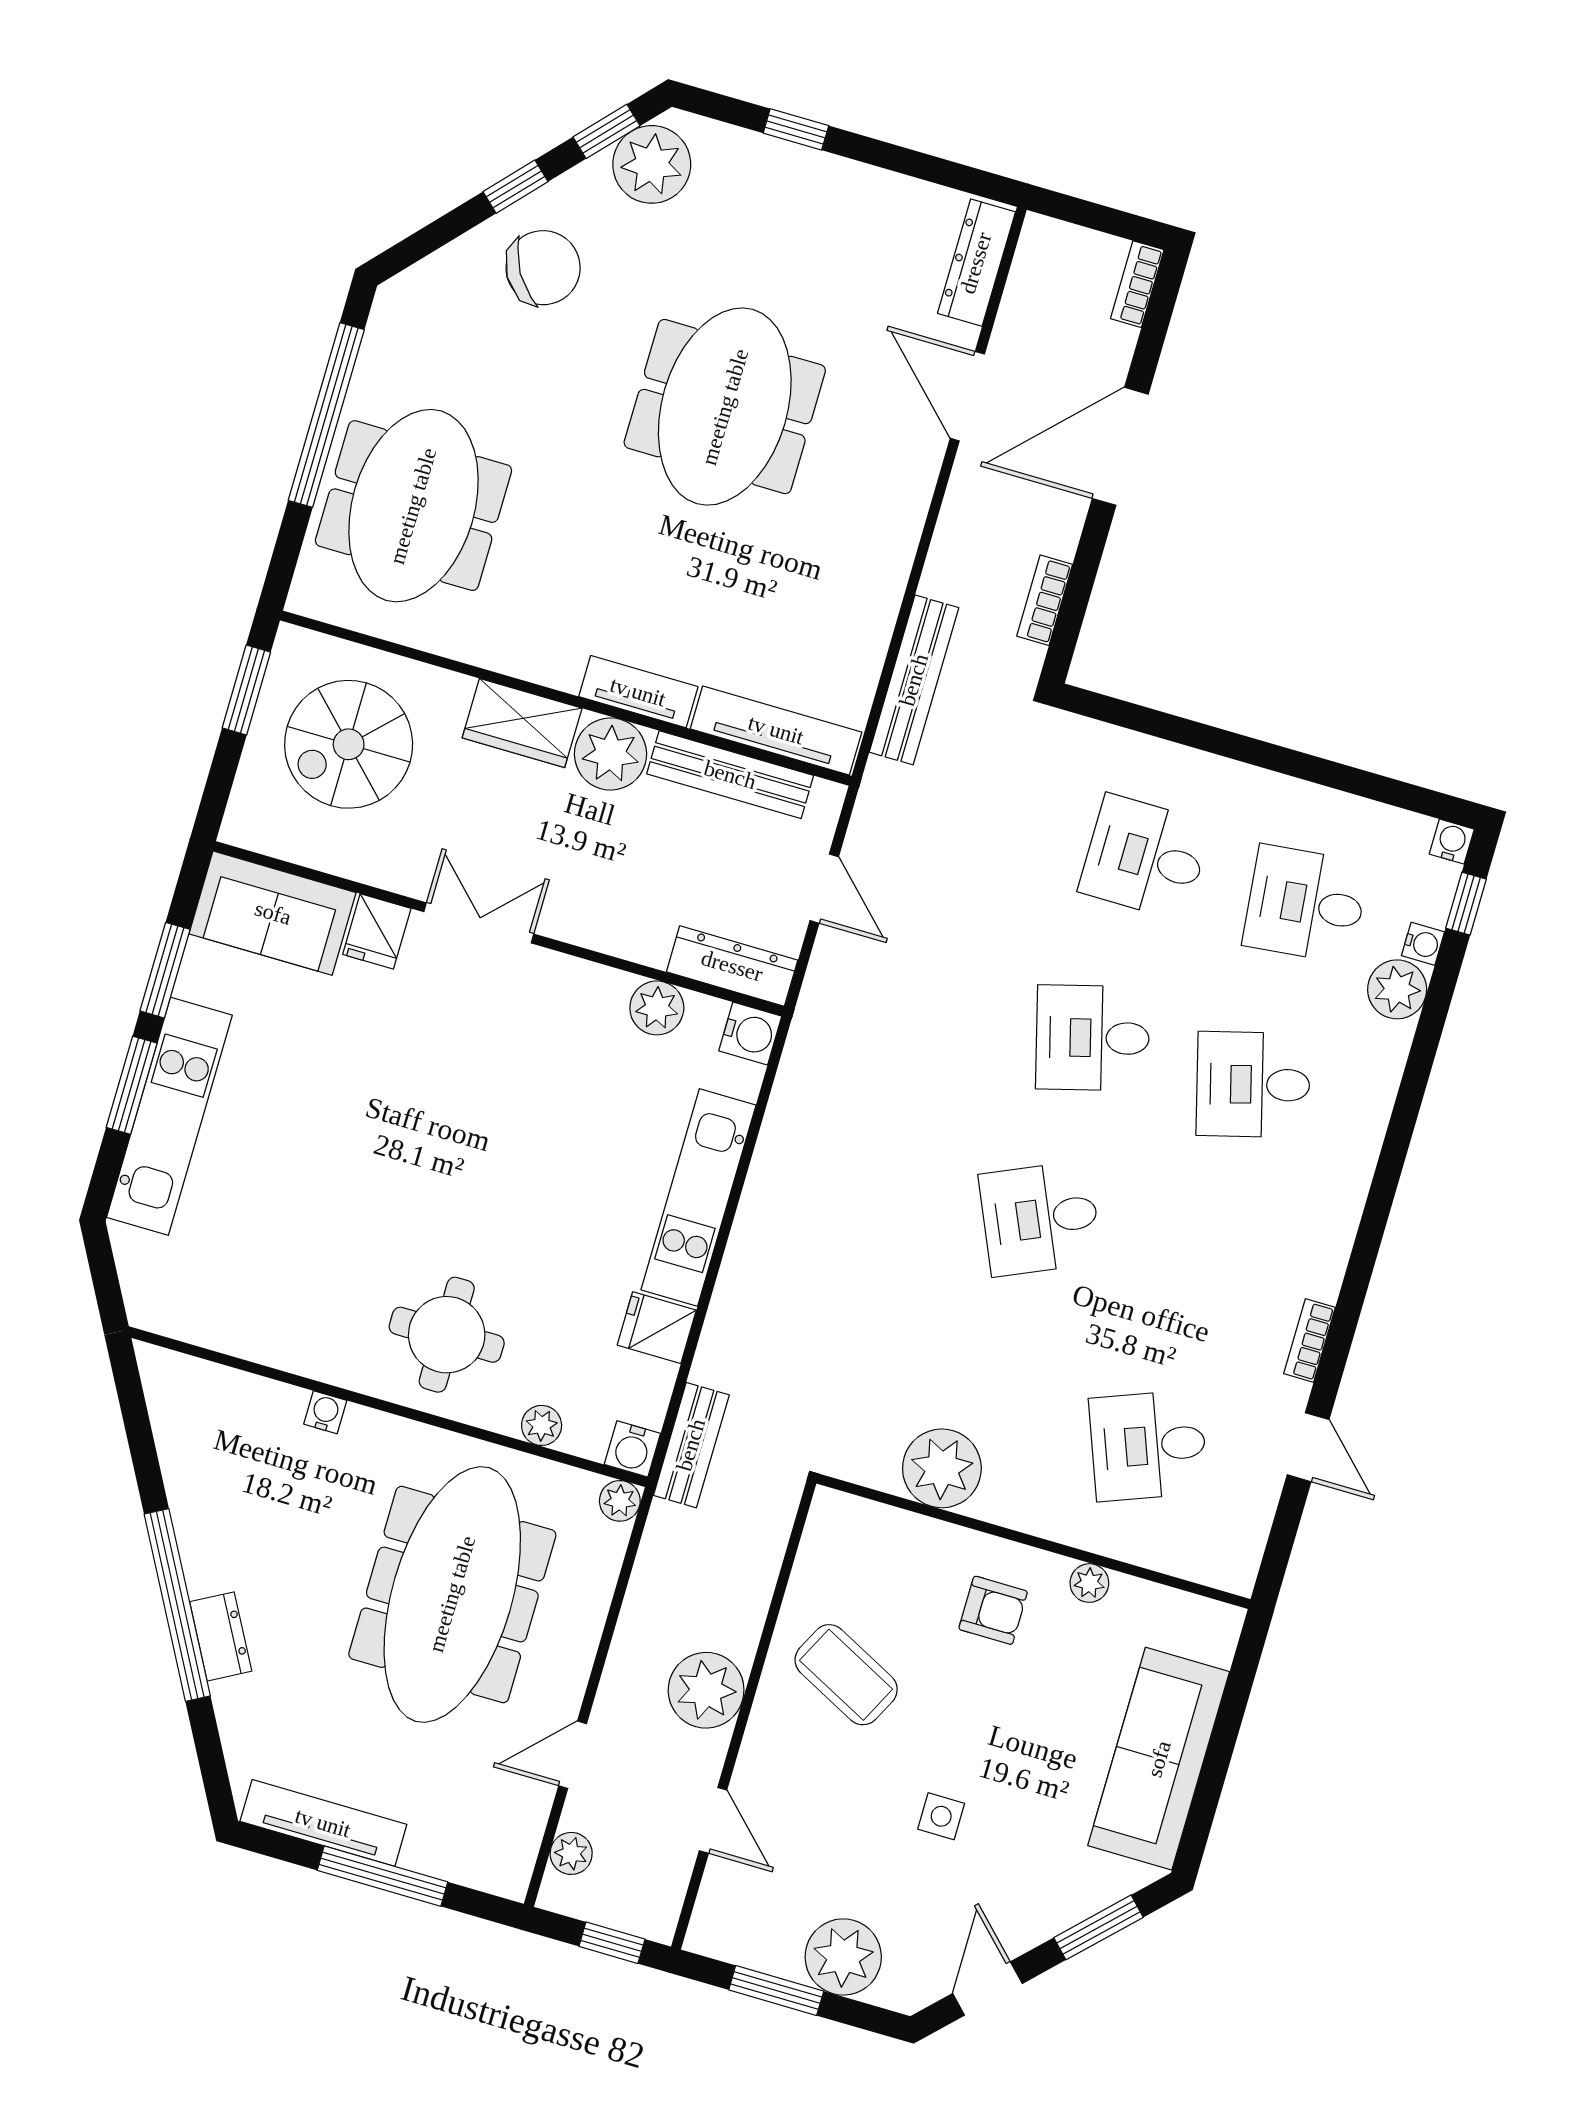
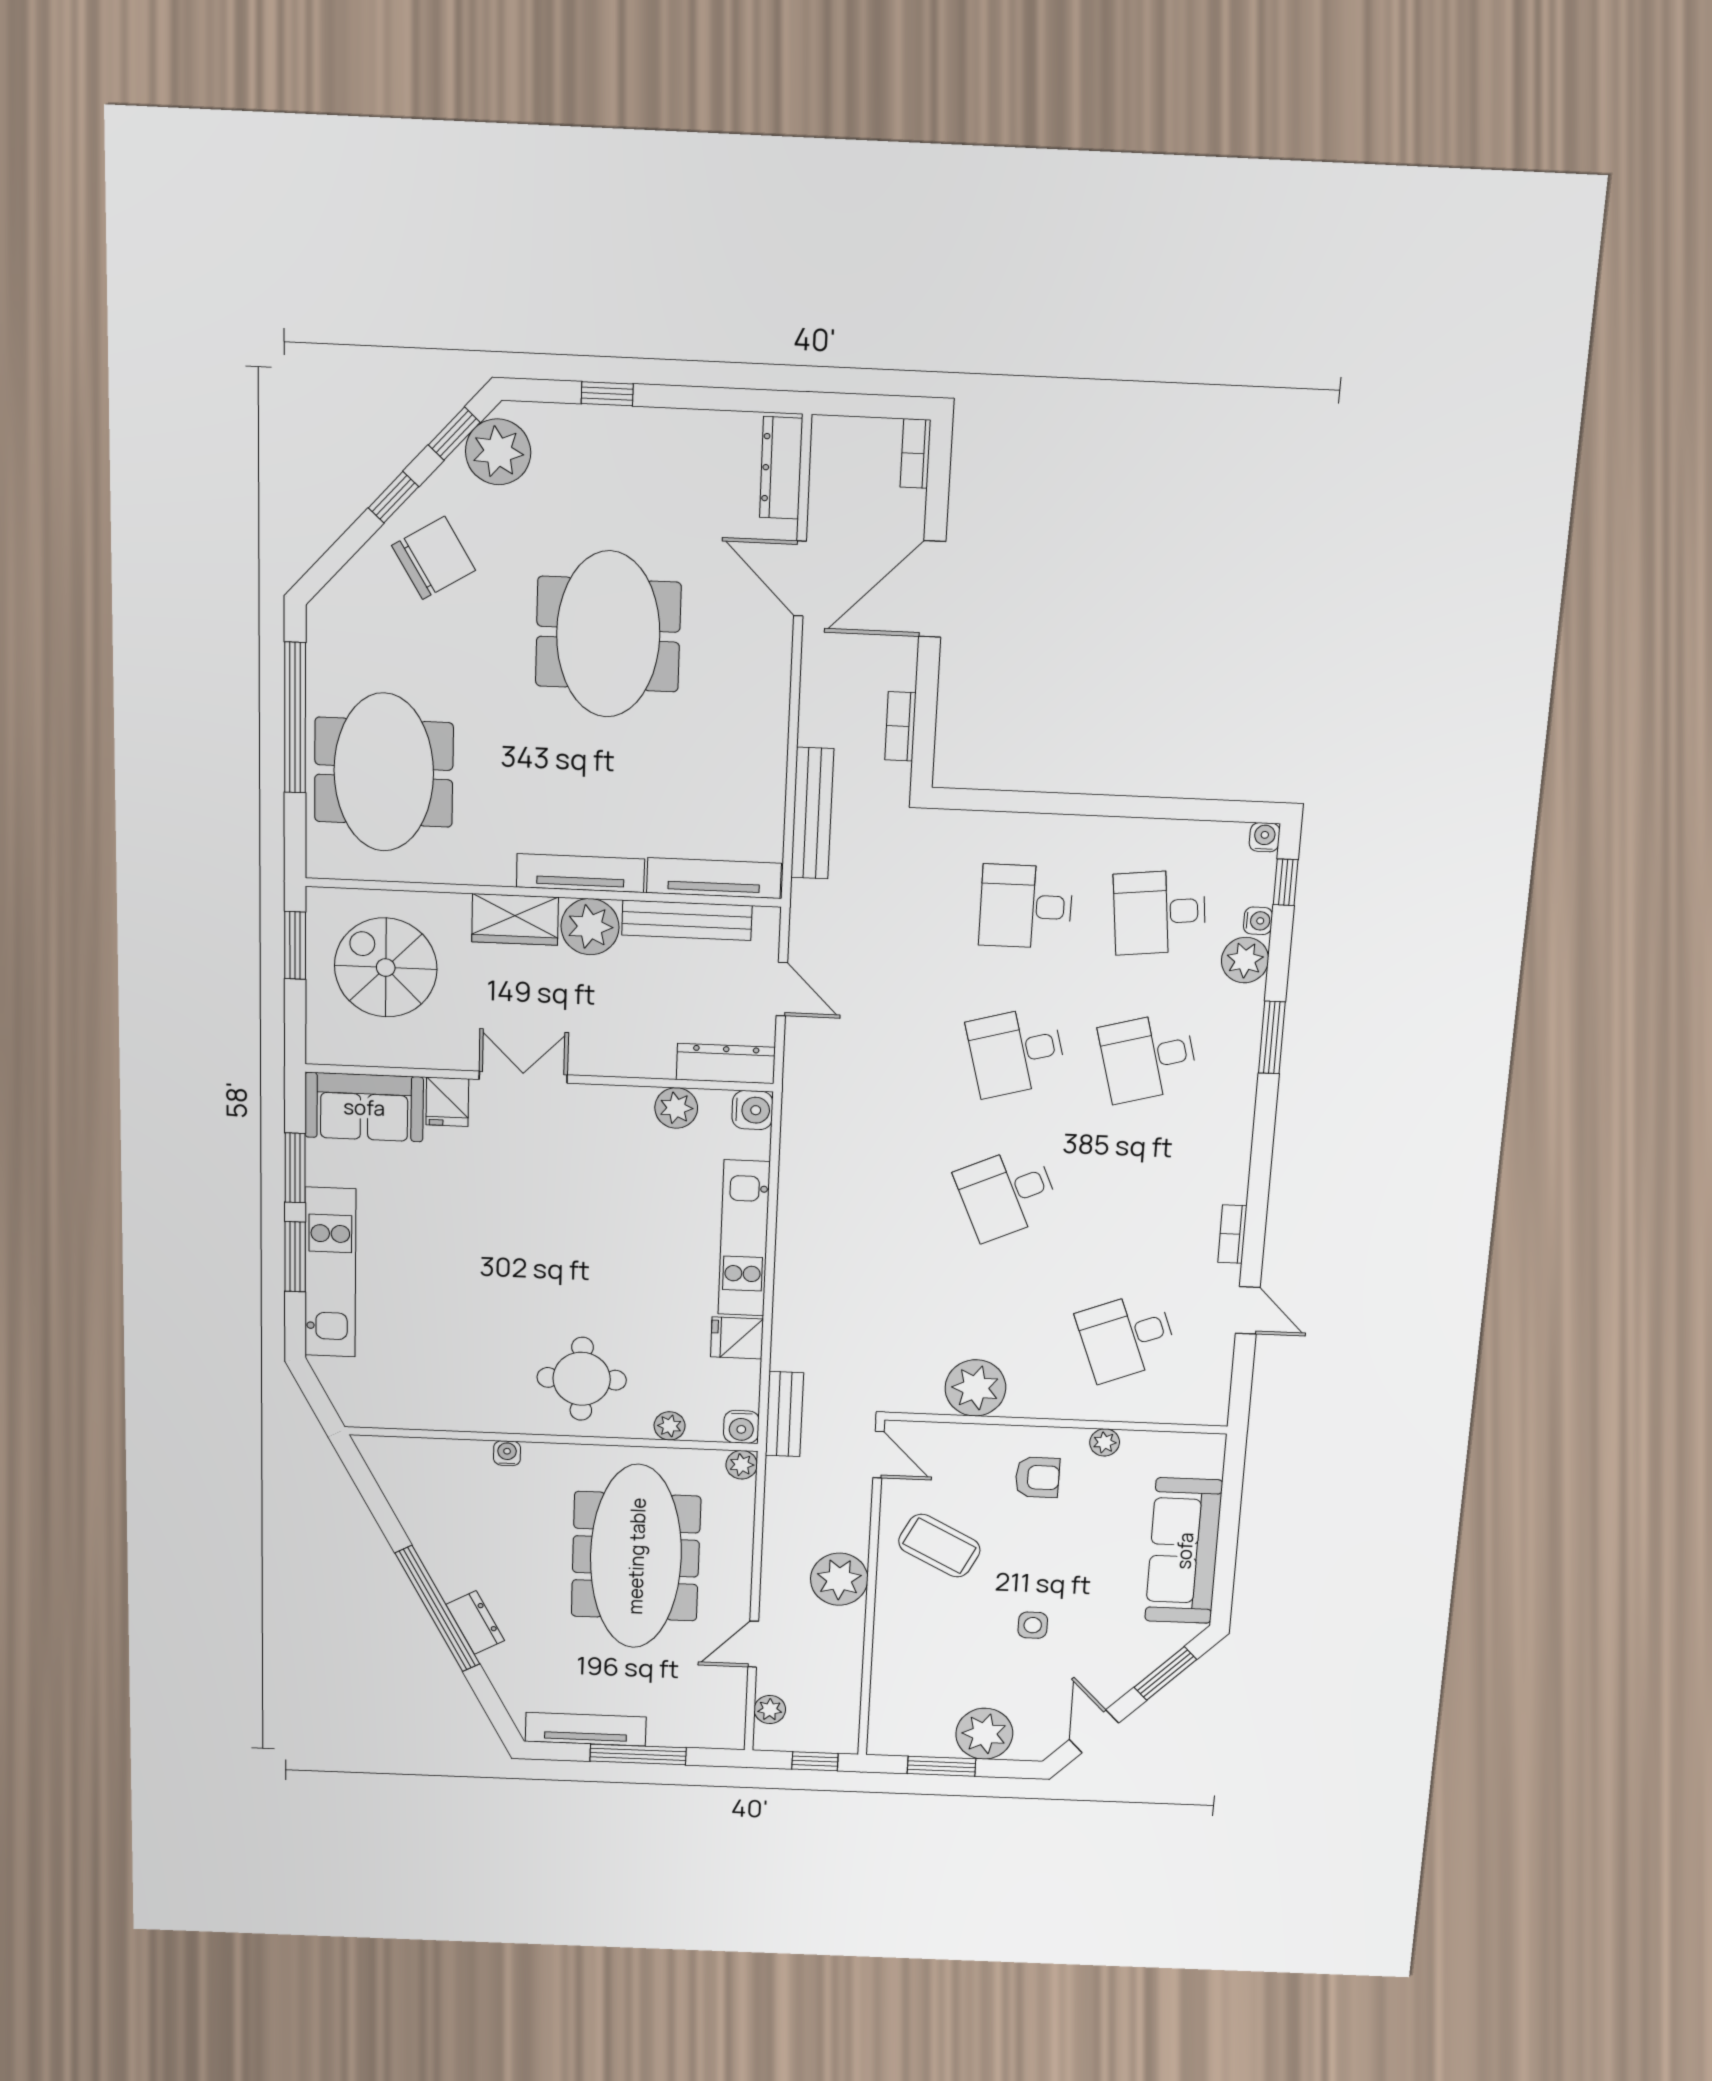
tv unit: (638, 692) -> (580, 873), width x1.41
spiral stairs: (349, 744) -> (386, 968), turned 90
window: (1410, 1096) -> (1272, 1037), added
door: (713, 1820) -> (878, 1455), moved

